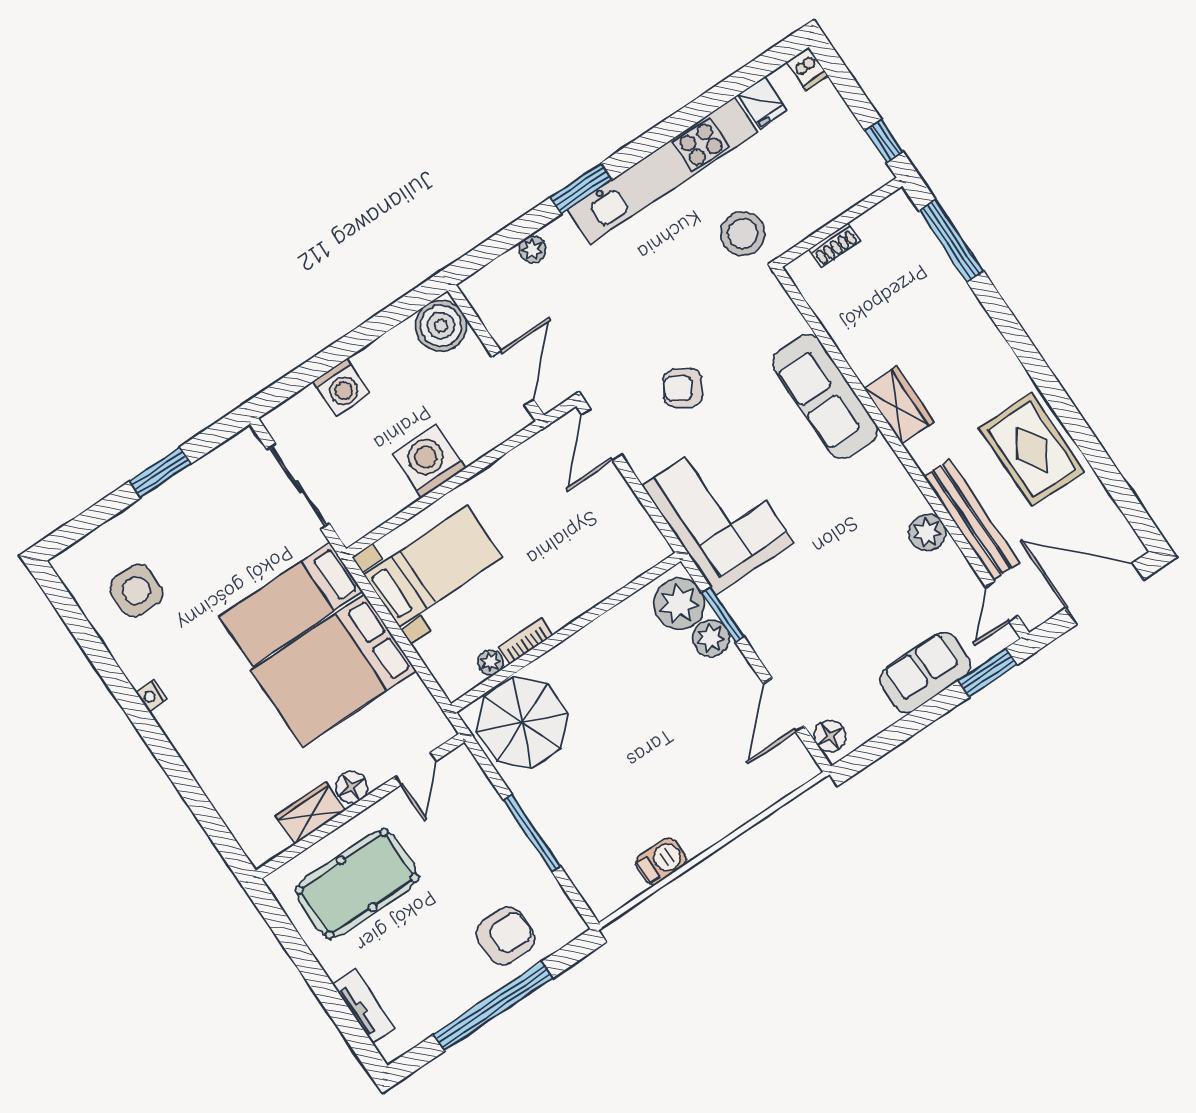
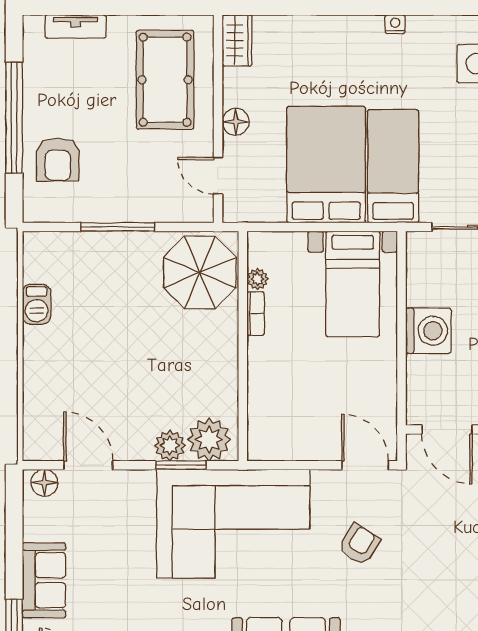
corner sofa: (718, 514) -> (233, 524), width x1.36, depth x1.36
wardrobe: (310, 813) -> (237, 40), moved

